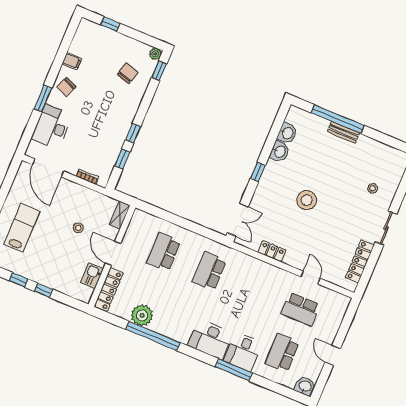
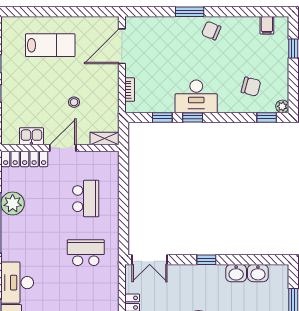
filing cabinet: (72, 61) -> (267, 25), moved
desk: (52, 127) -> (196, 96), moved, turned 180
school desk: (164, 252) -> (86, 199), turned 90

